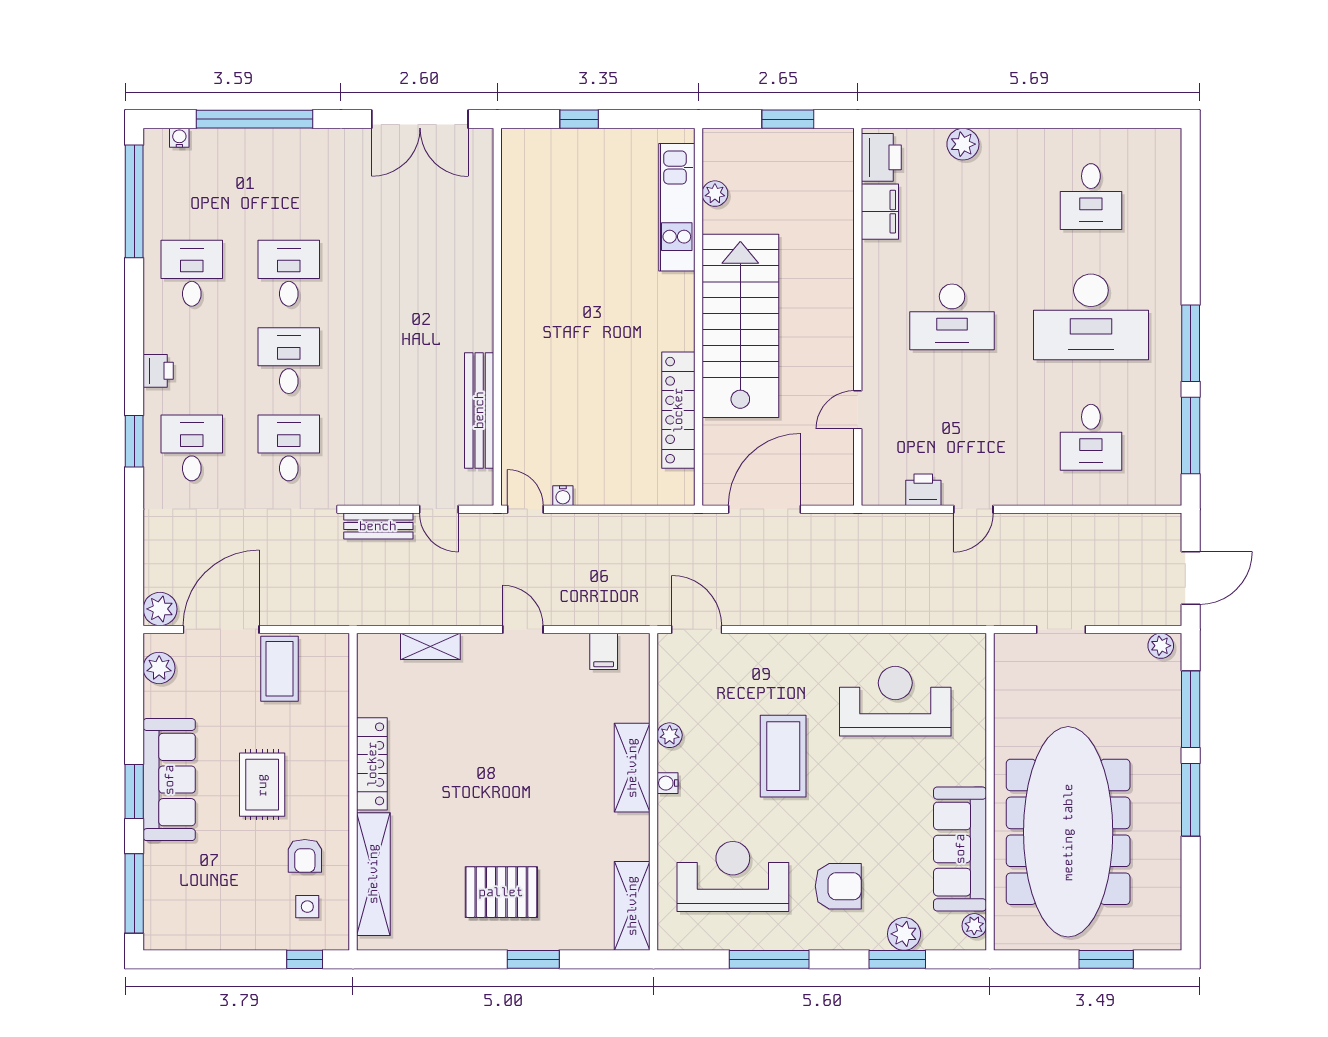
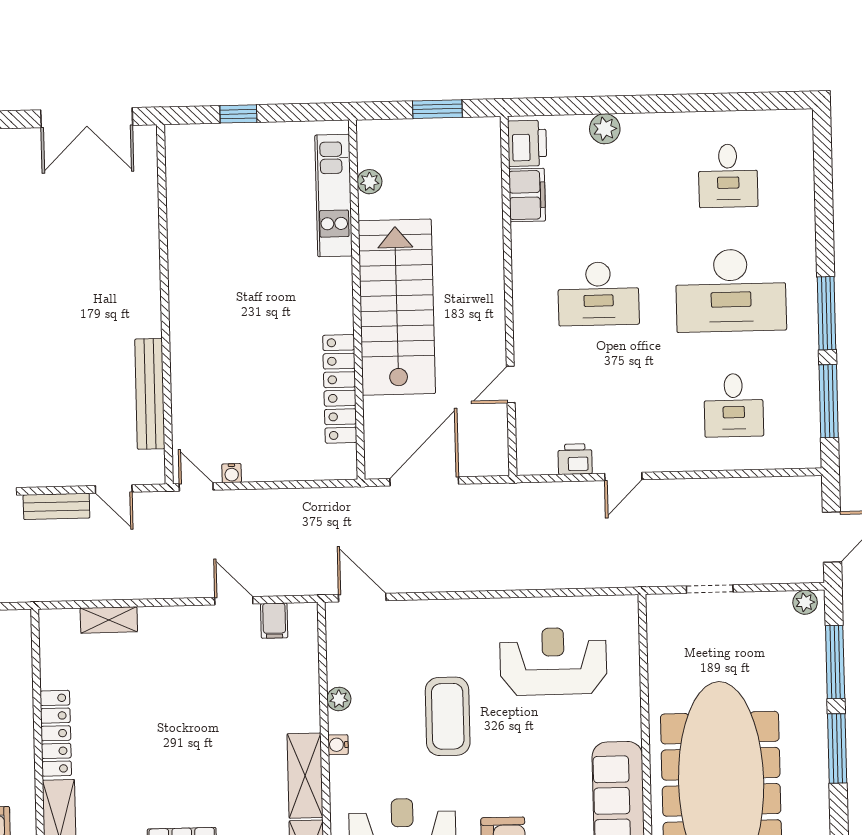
door: (523, 629) -> (234, 601), moved
shelving: (632, 768) -> (305, 776), moved

